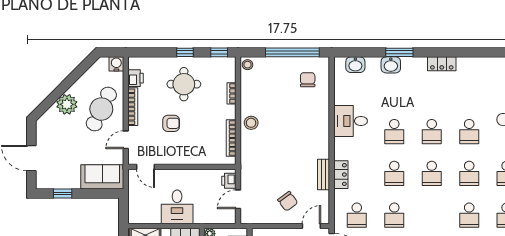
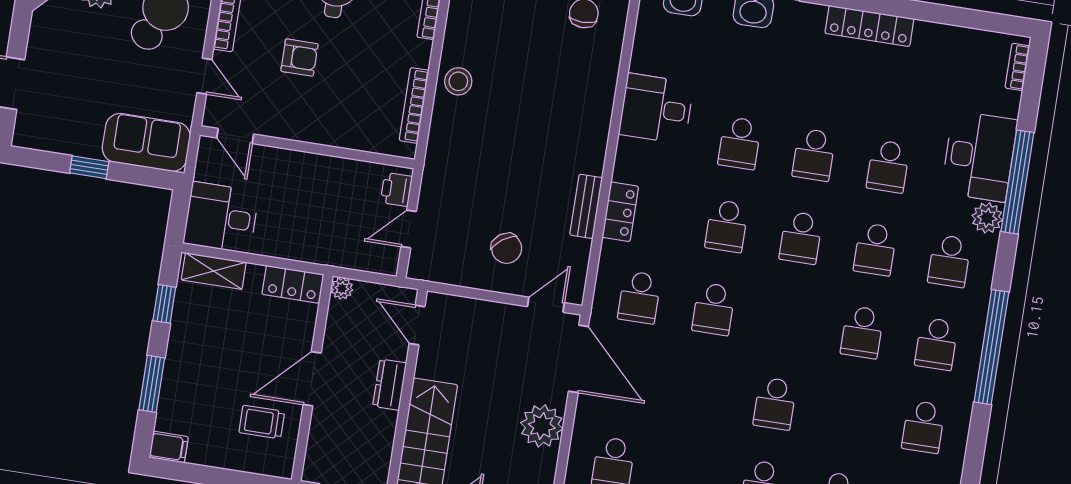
locker: (442, 64) -> (869, 26), width x1.53
door: (126, 140) -> (204, 76), swing flipped
window: (63, 194) -> (89, 167), moved
desk: (177, 207) -> (221, 217), moved, turned 90

